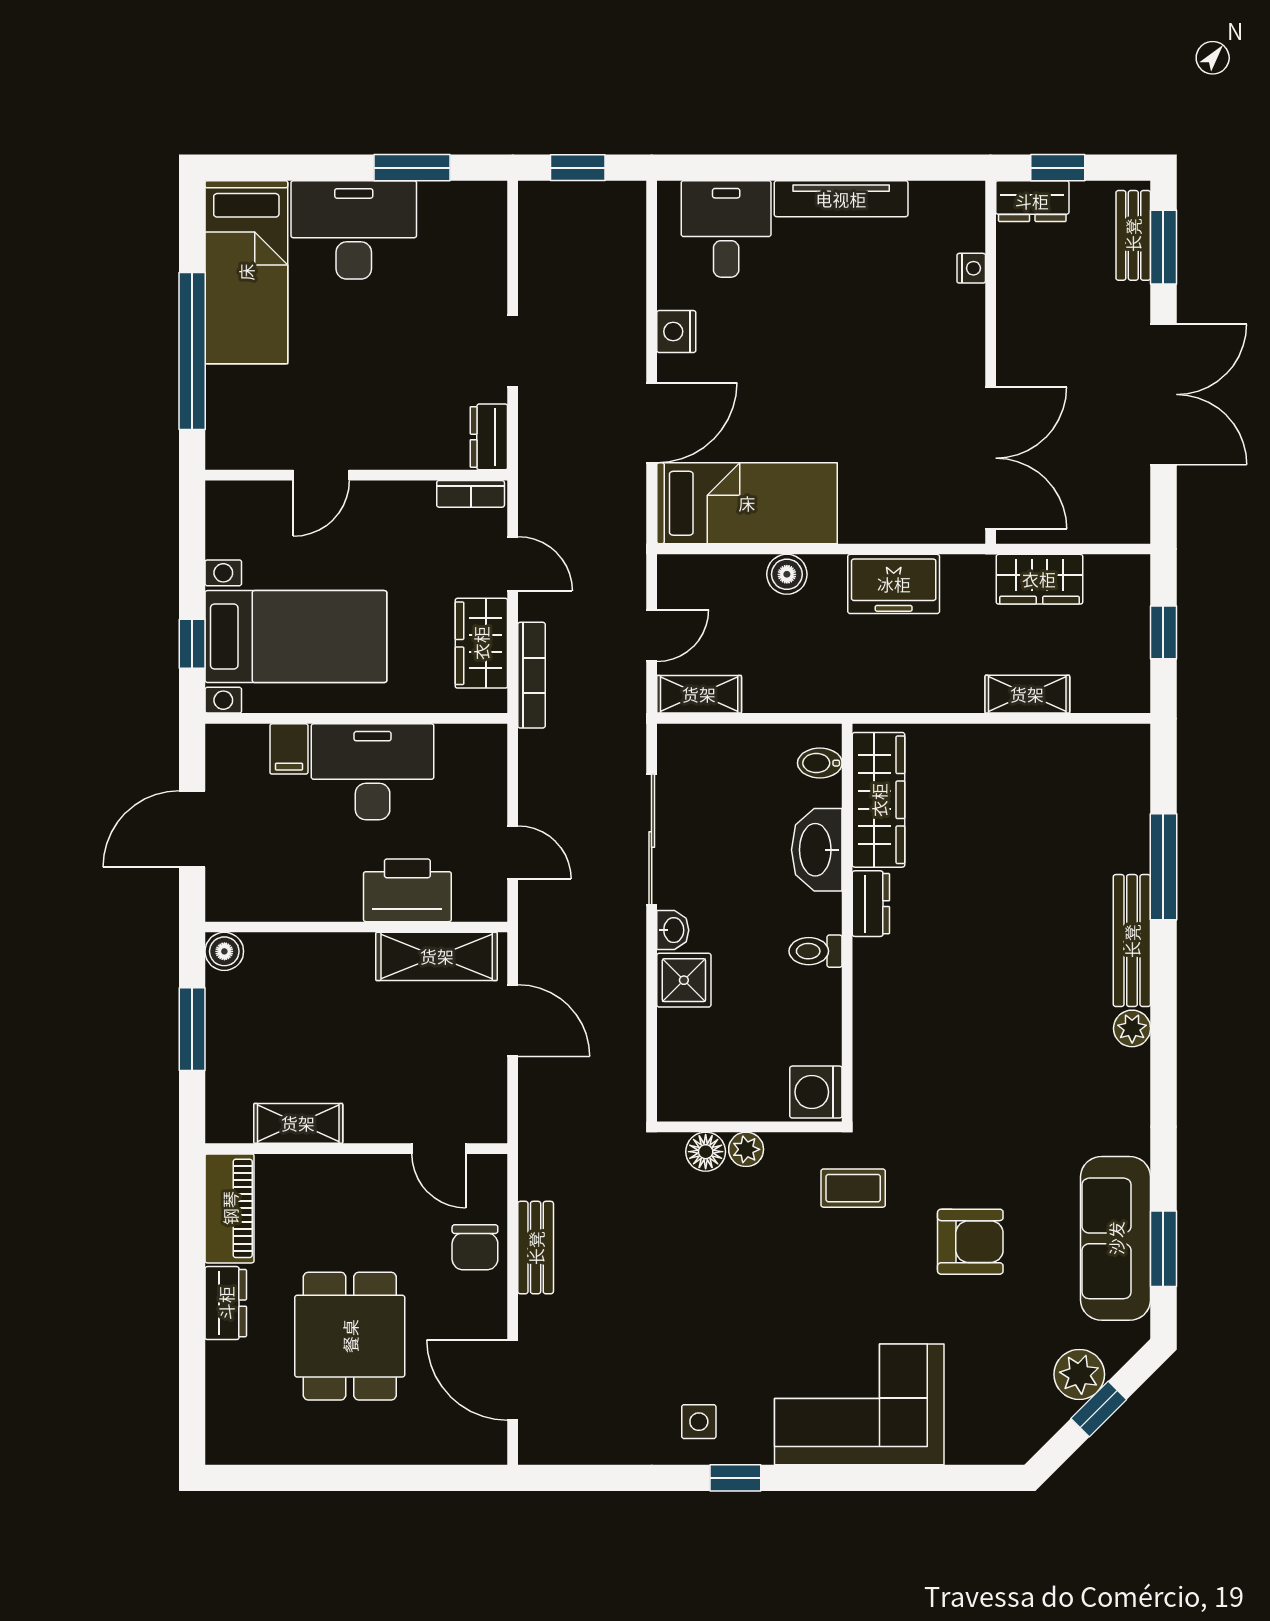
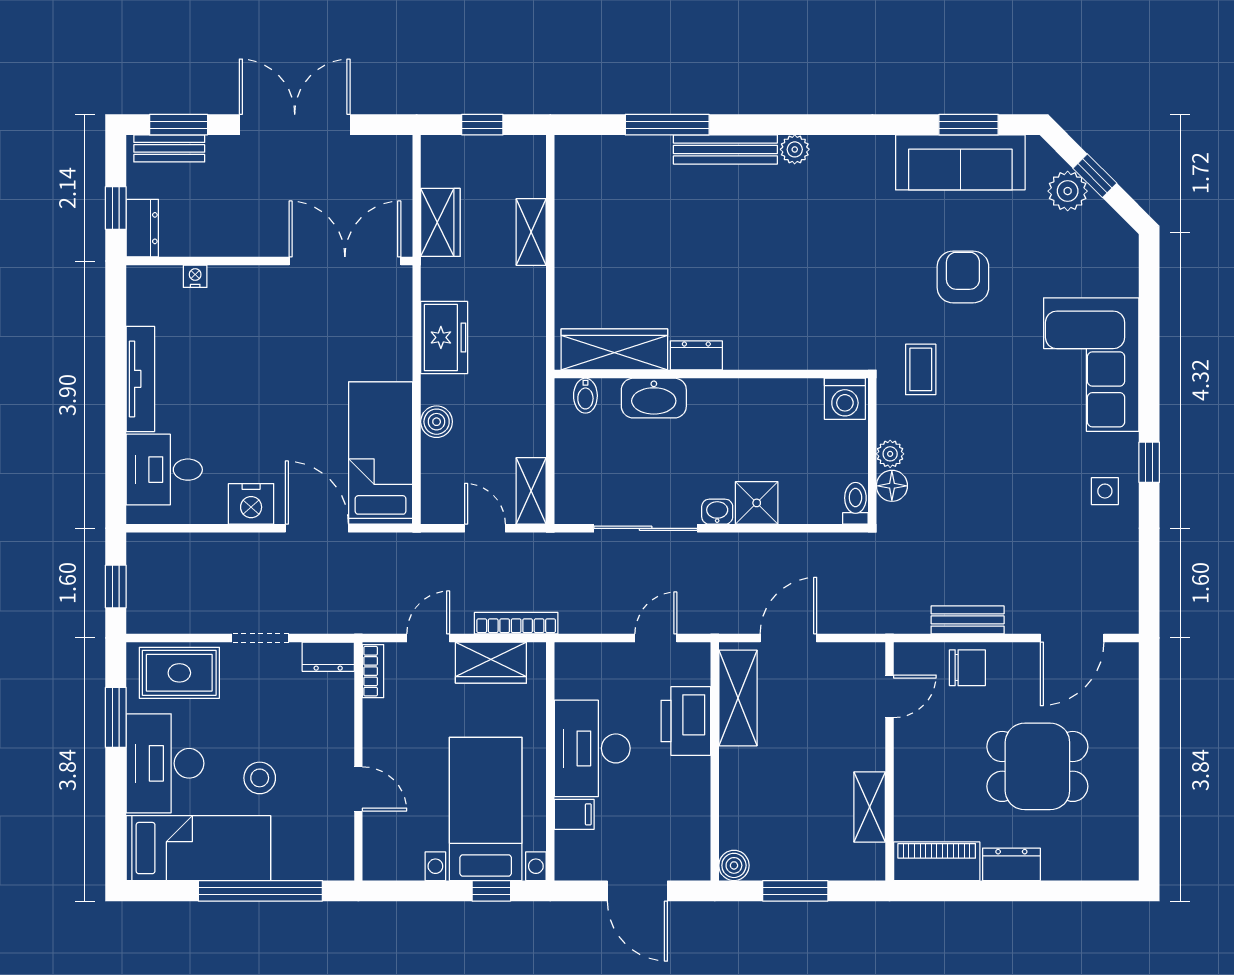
rug: (468, 248) -> (179, 673), added
nightstand: (676, 332) -> (251, 504), width x1.36, depth x1.33
stool: (335, 350) -> (260, 778), added
toilet: (816, 951) -> (855, 503), moved, turned 180

